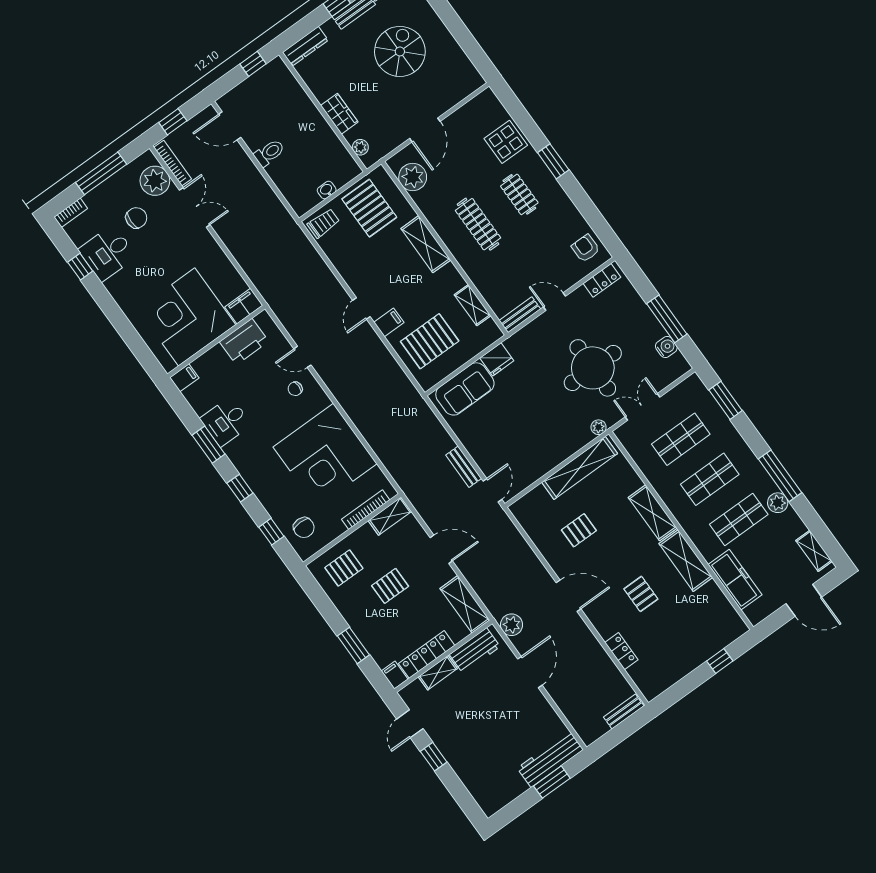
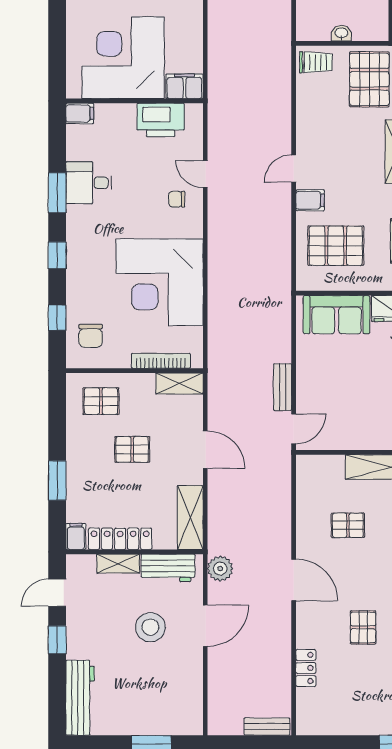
stool: (492, 701) -> (150, 627), added
workbench: (550, 759) -> (80, 698), moved, turned 90

